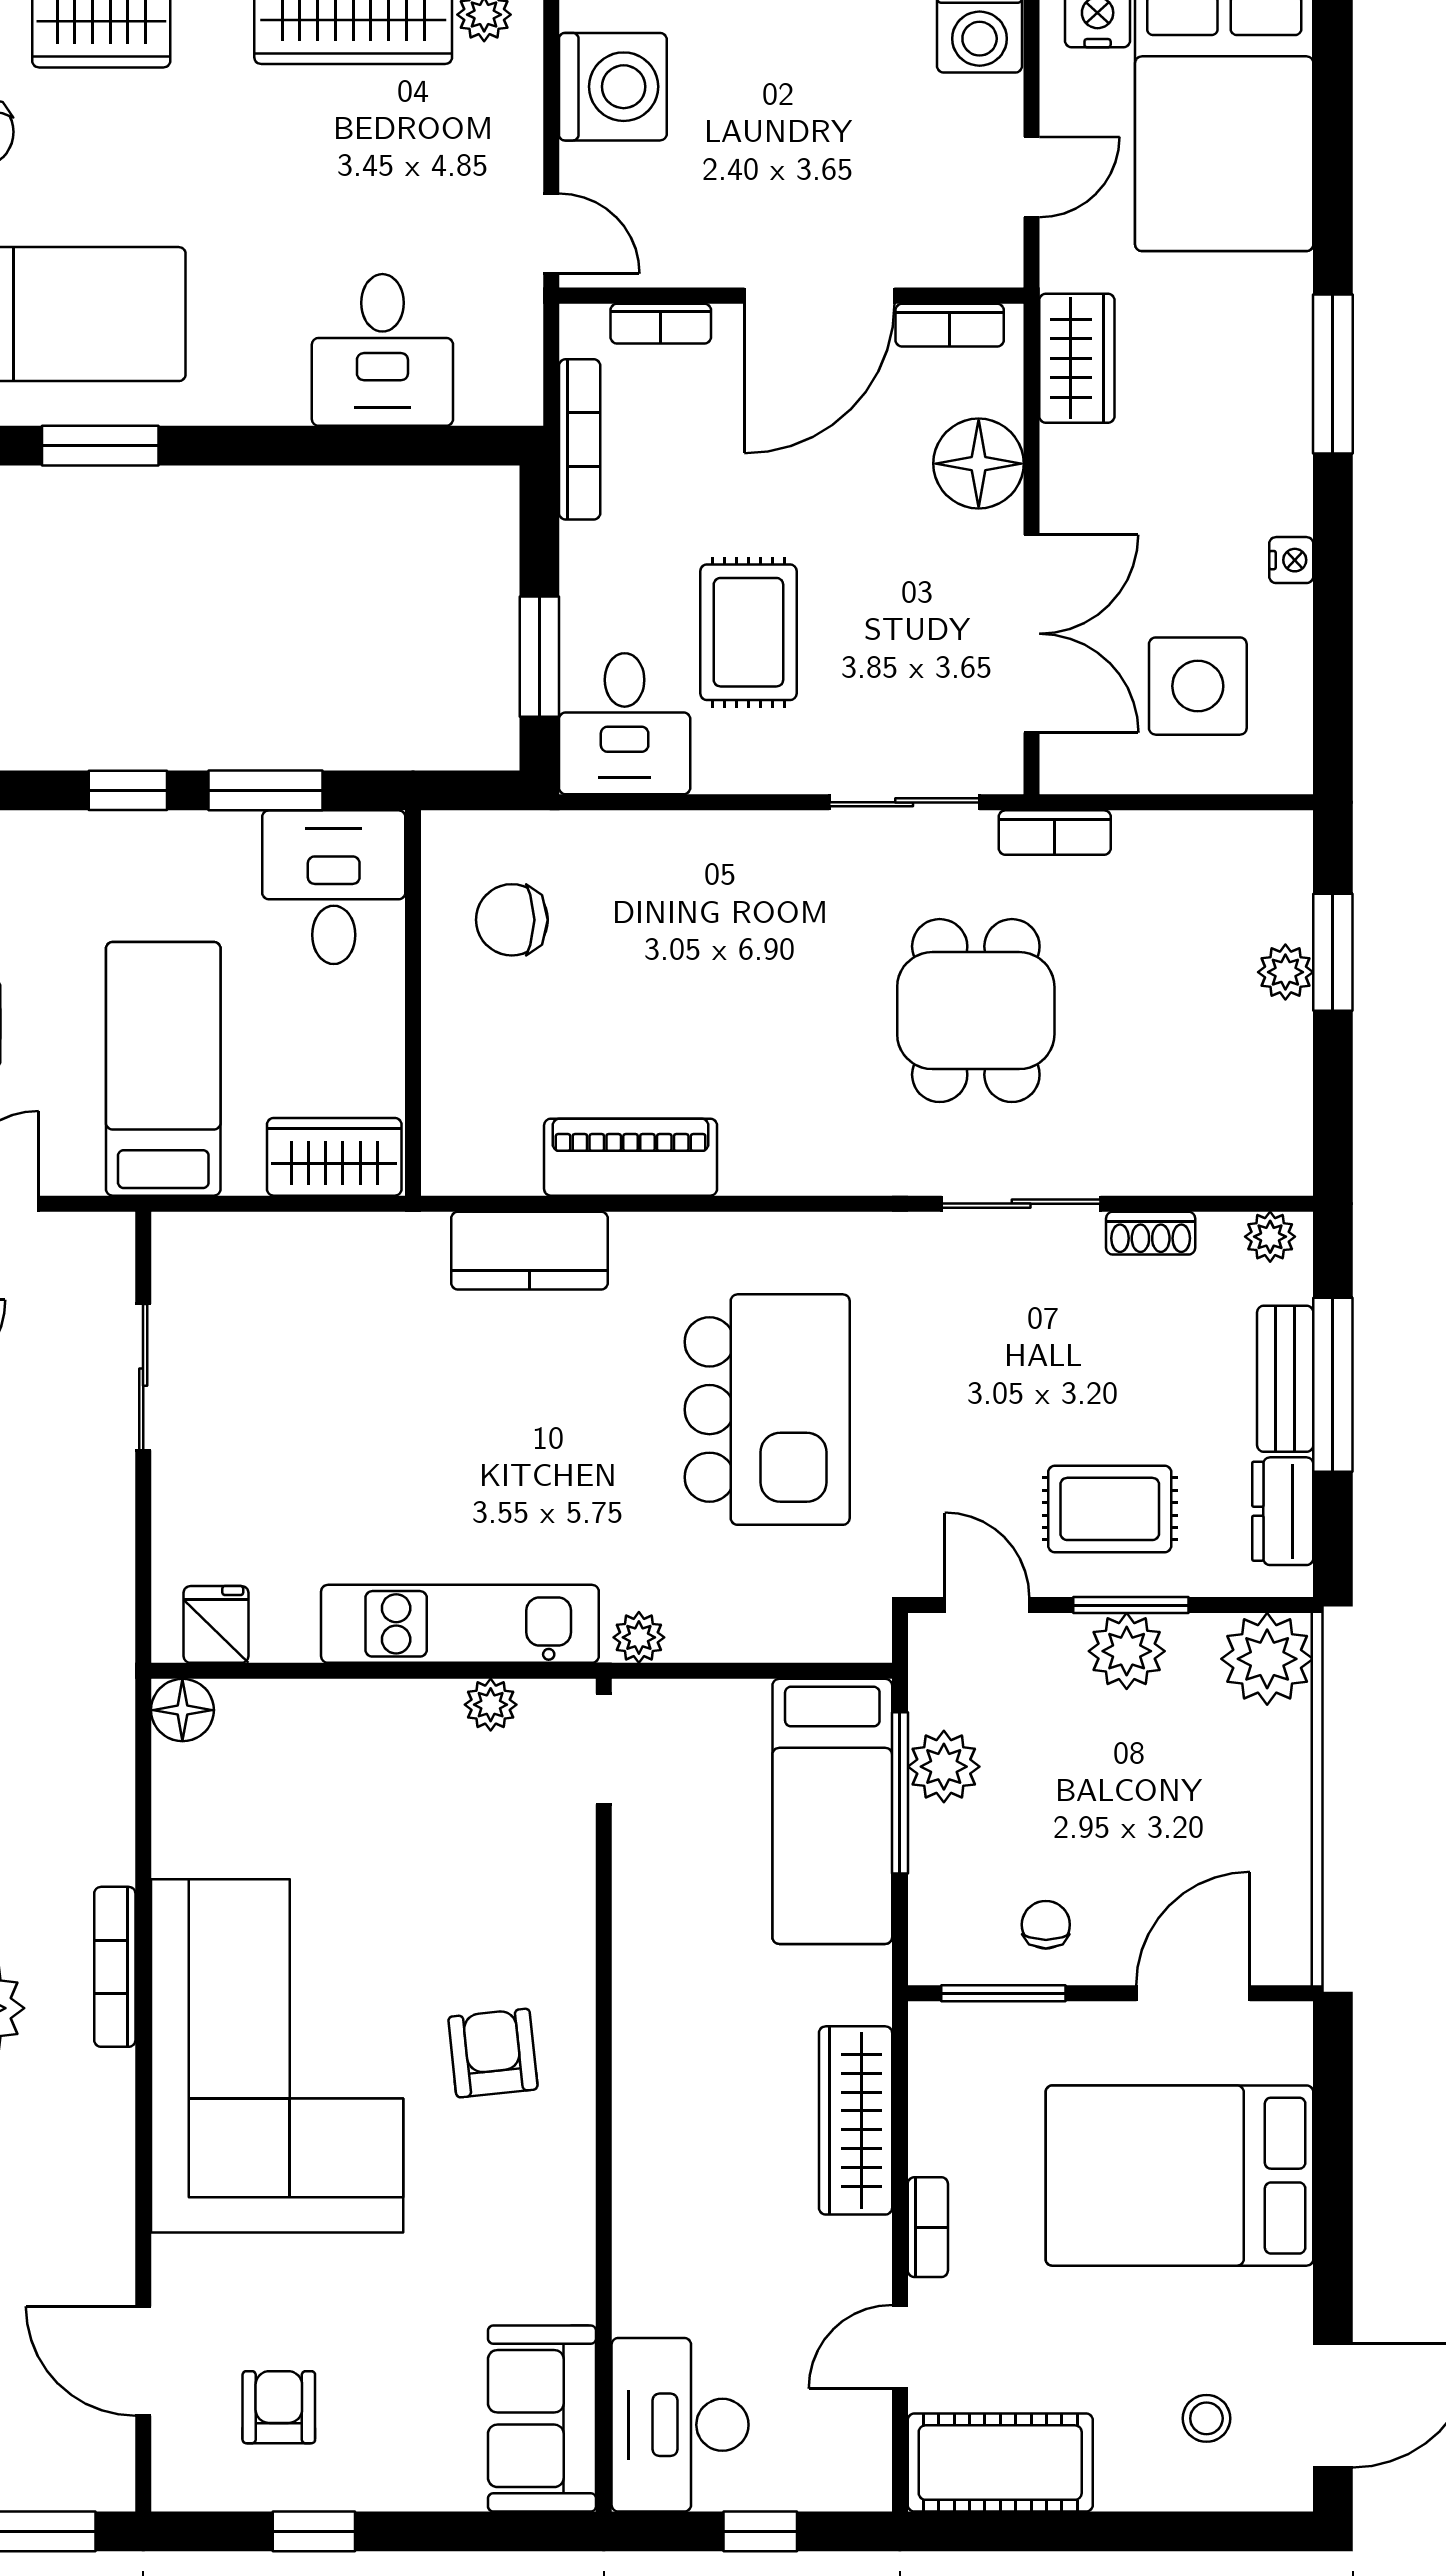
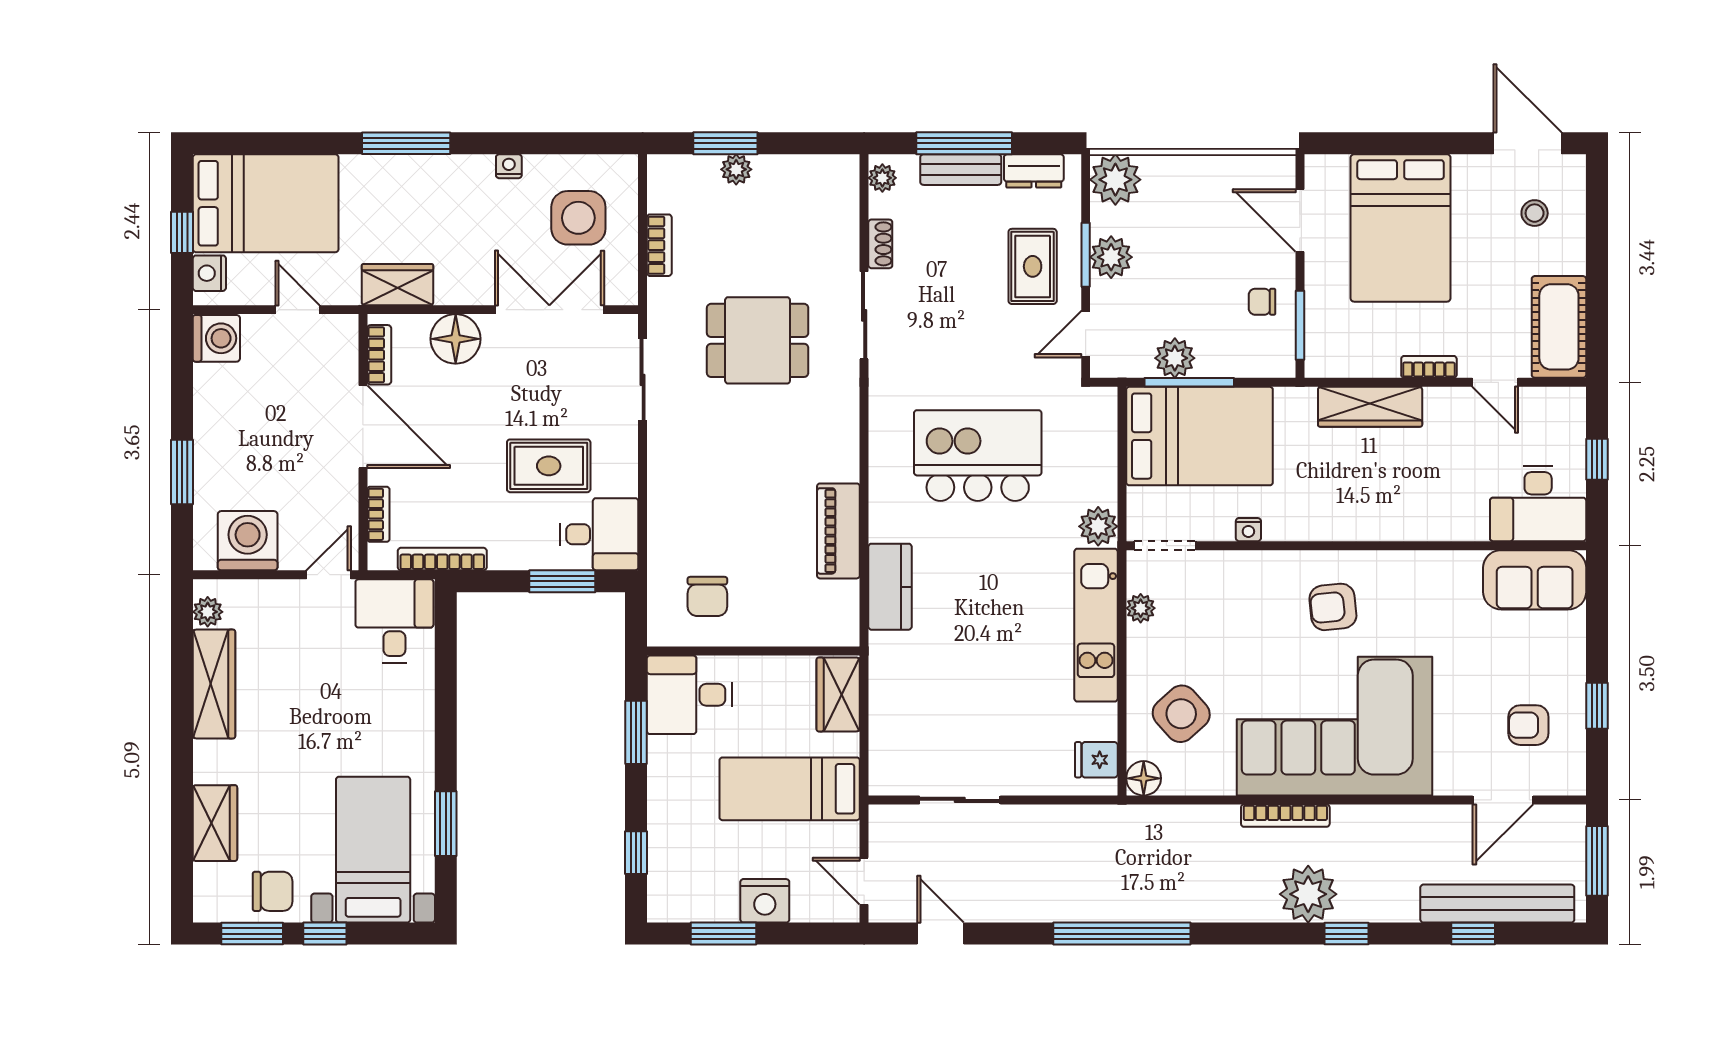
desk: (382, 350) -> (394, 621), moved, turned -90
window: (128, 790) -> (636, 853), moved
bookcase: (1055, 833) -> (659, 245), moved
plant: (639, 1637) -> (1098, 526), width x1.38, depth x1.38
side table: (299, 1778) -> (1181, 714), added
bed: (832, 1811) -> (1200, 436), width x1.50
nightstand: (633, 1900) -> (1248, 530), added

